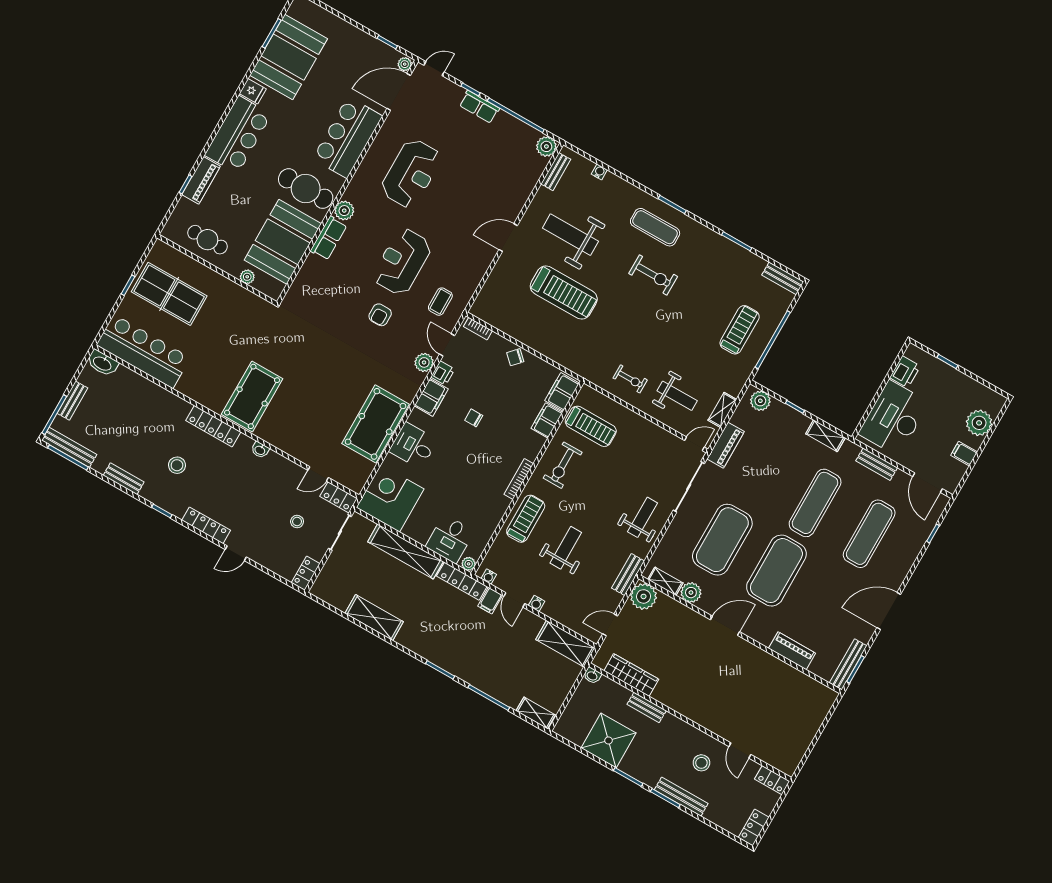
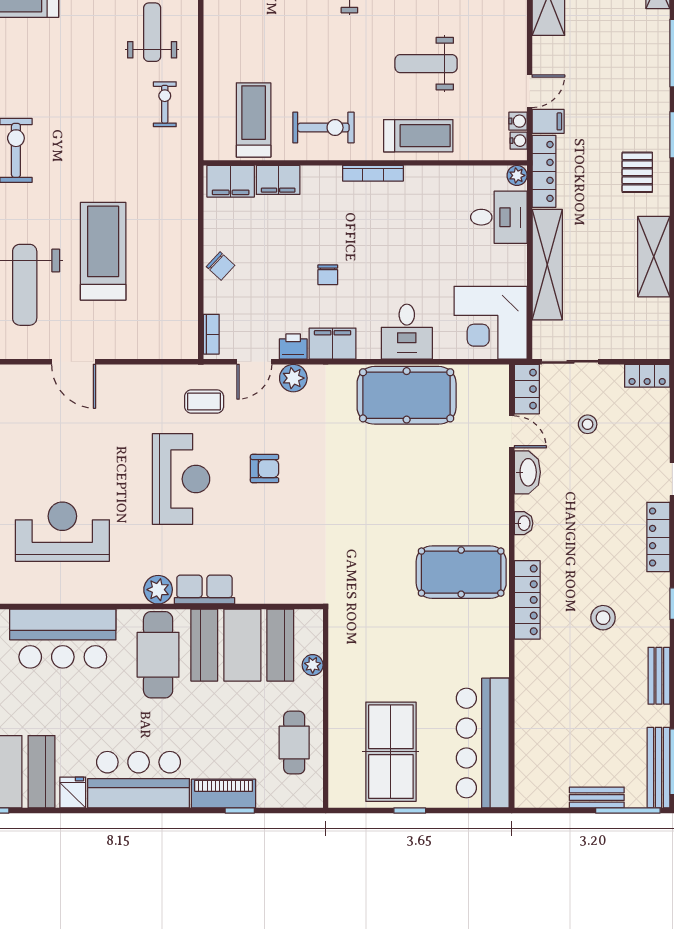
reception desk: (402, 262) -> (181, 479), turned -90
washbasin: (102, 363) -> (527, 472), moved
treadmill: (526, 519) -> (418, 136), turned 180
water cooler: (537, 603) -> (518, 121), moved
pallet: (430, 636) -> (637, 172), added

